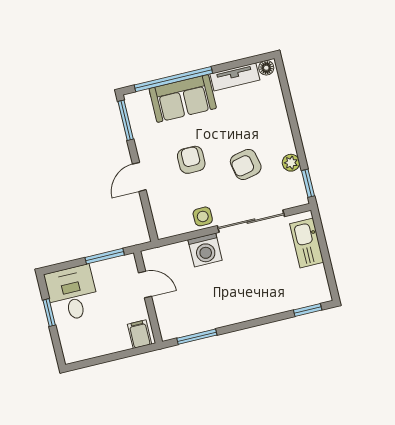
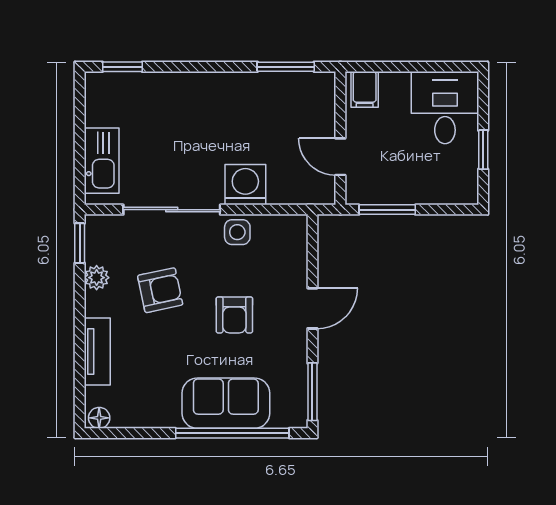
tv unit: (235, 77) -> (97, 351), moved, turned 90
desk: (72, 293) -> (445, 108), moved, turned 180

